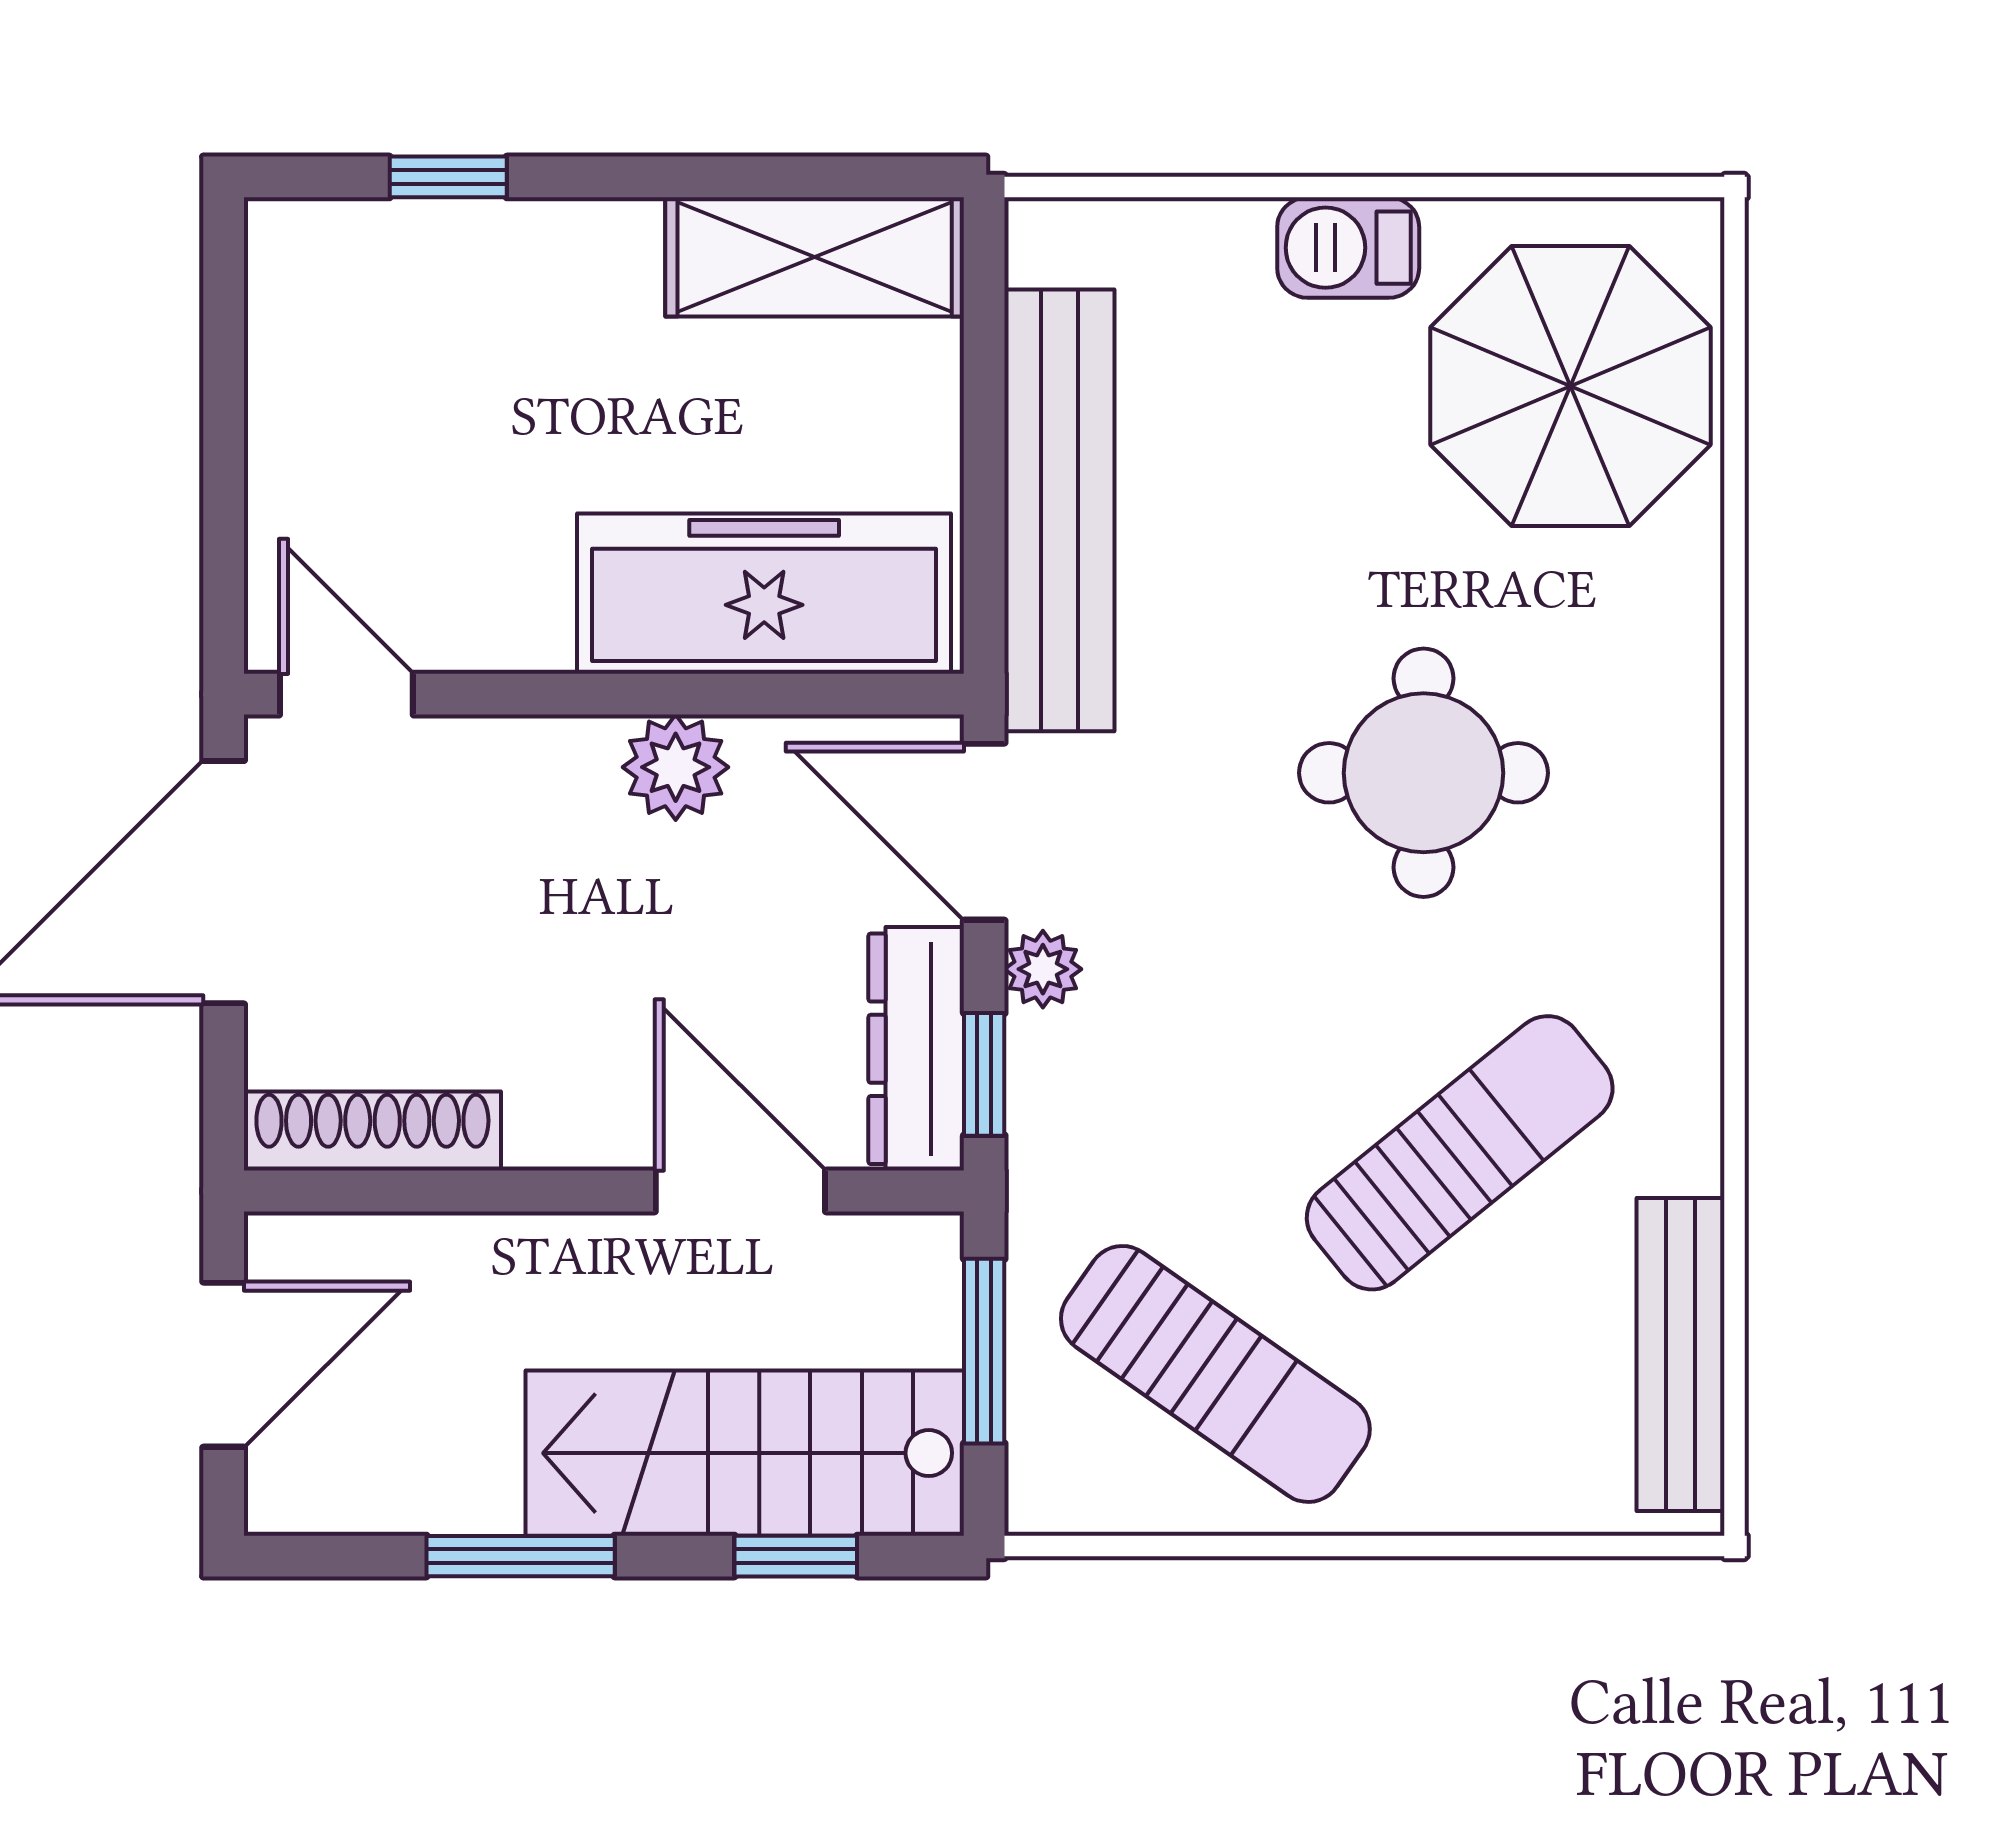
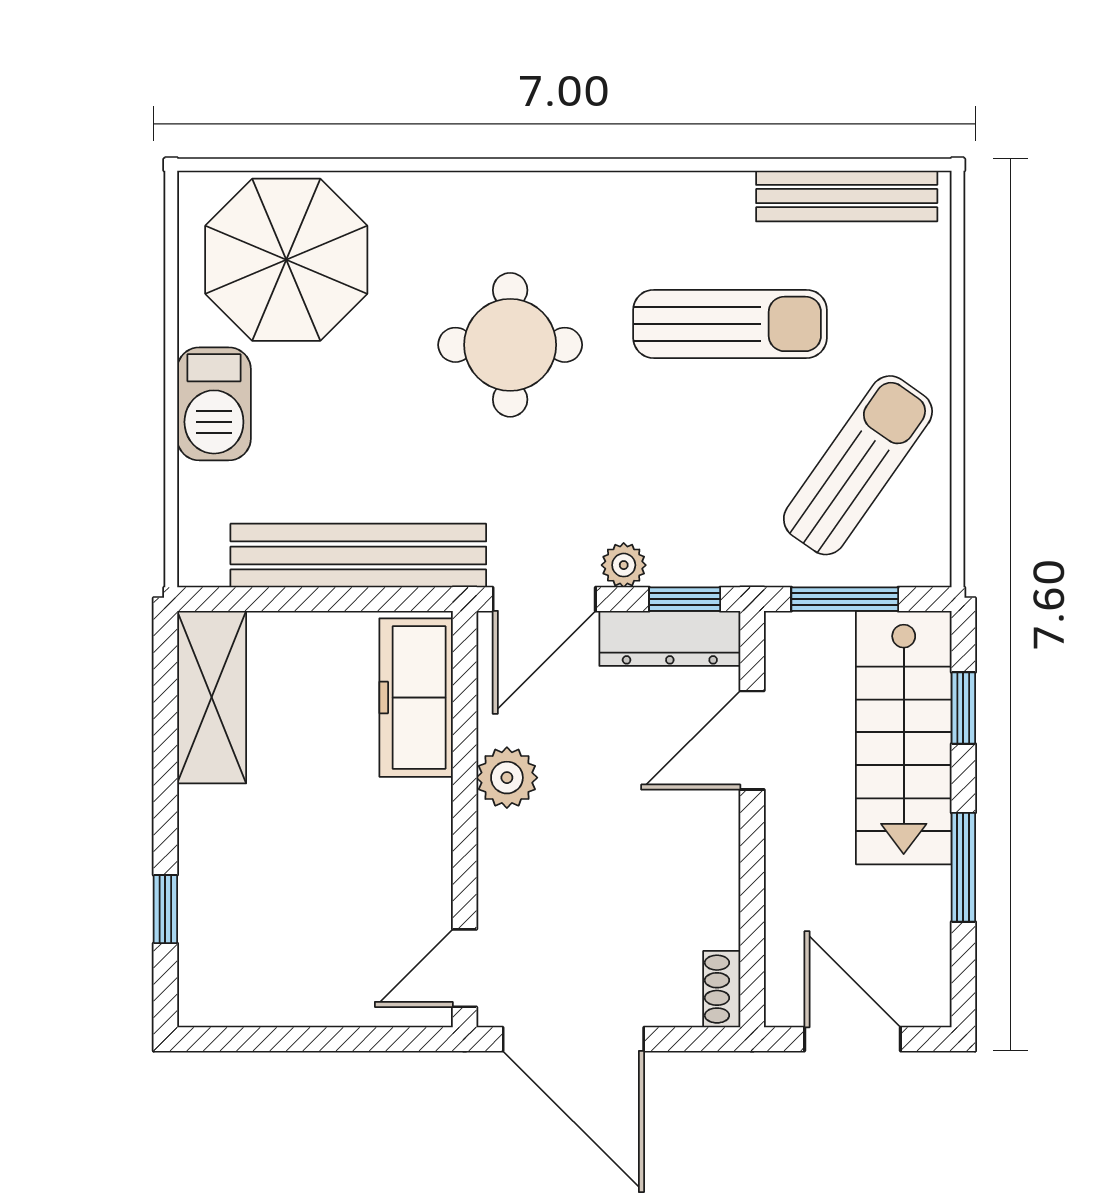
barbecue: (1348, 248) -> (214, 404), width x1.38, depth x1.27
freezer: (764, 594) -> (416, 698), width x0.73, depth x0.79
shoe rack: (372, 1131) -> (722, 989), width x0.51, depth x0.81
sun lounger: (1460, 1153) -> (730, 324), turned 129

